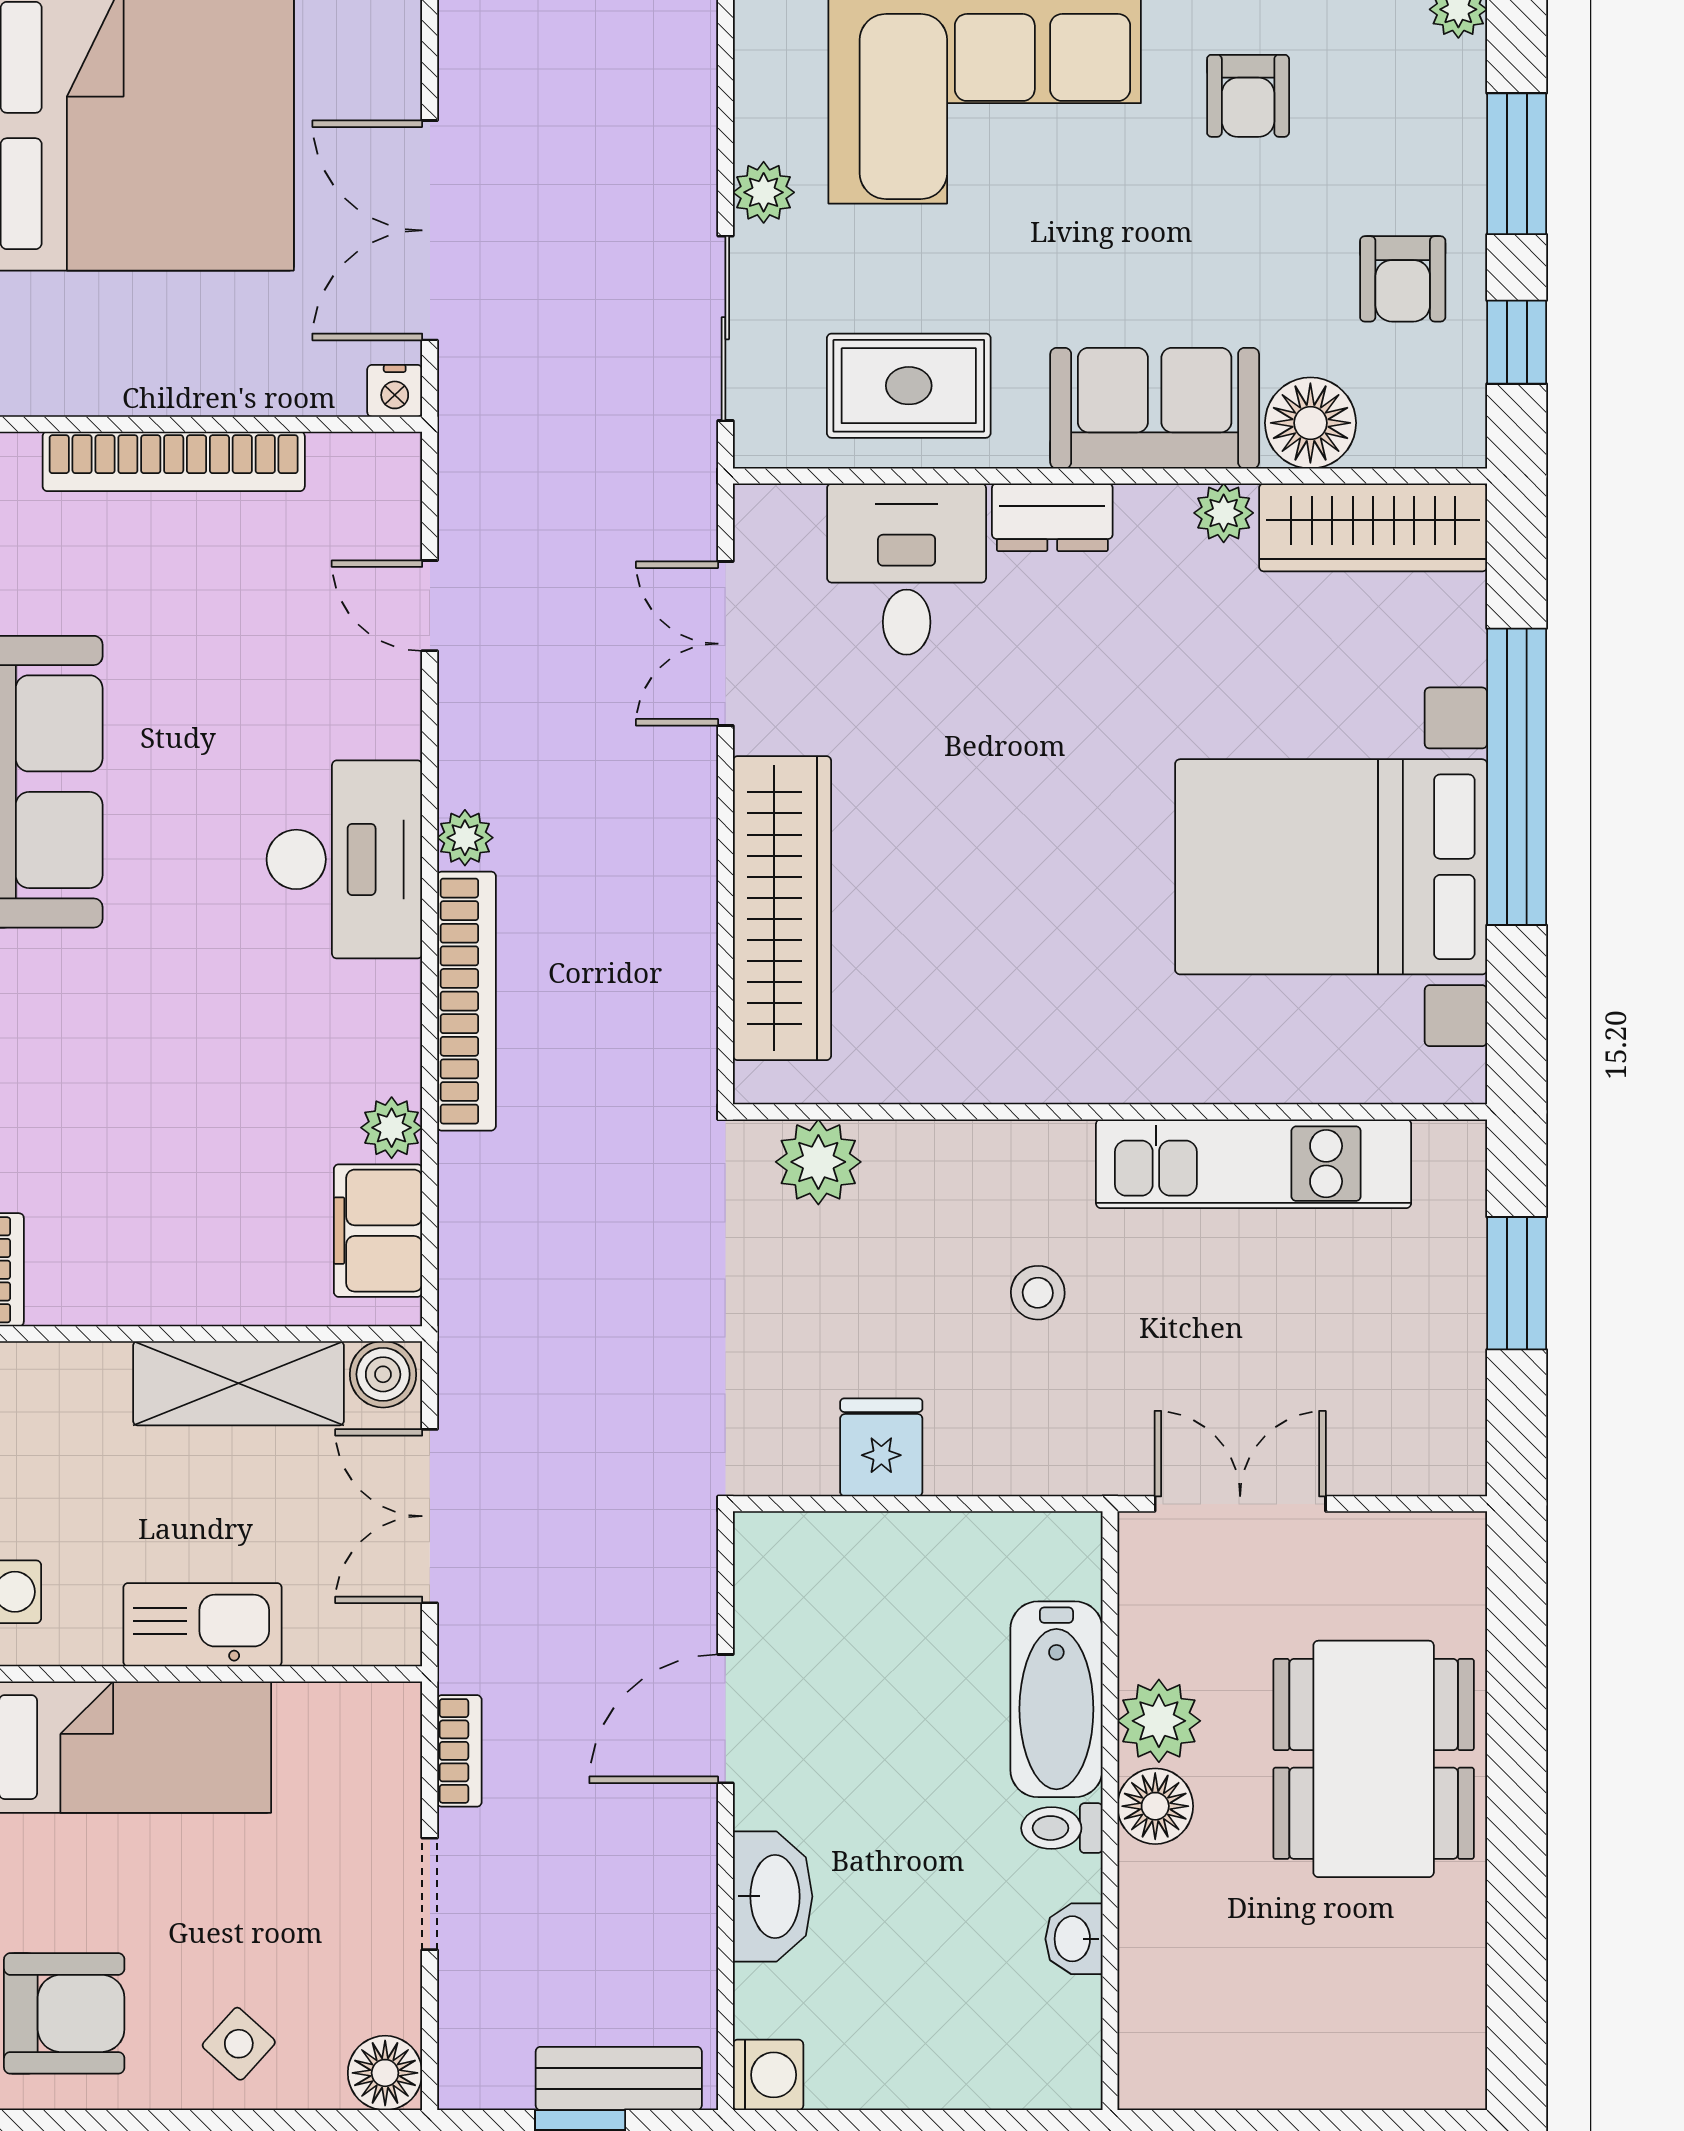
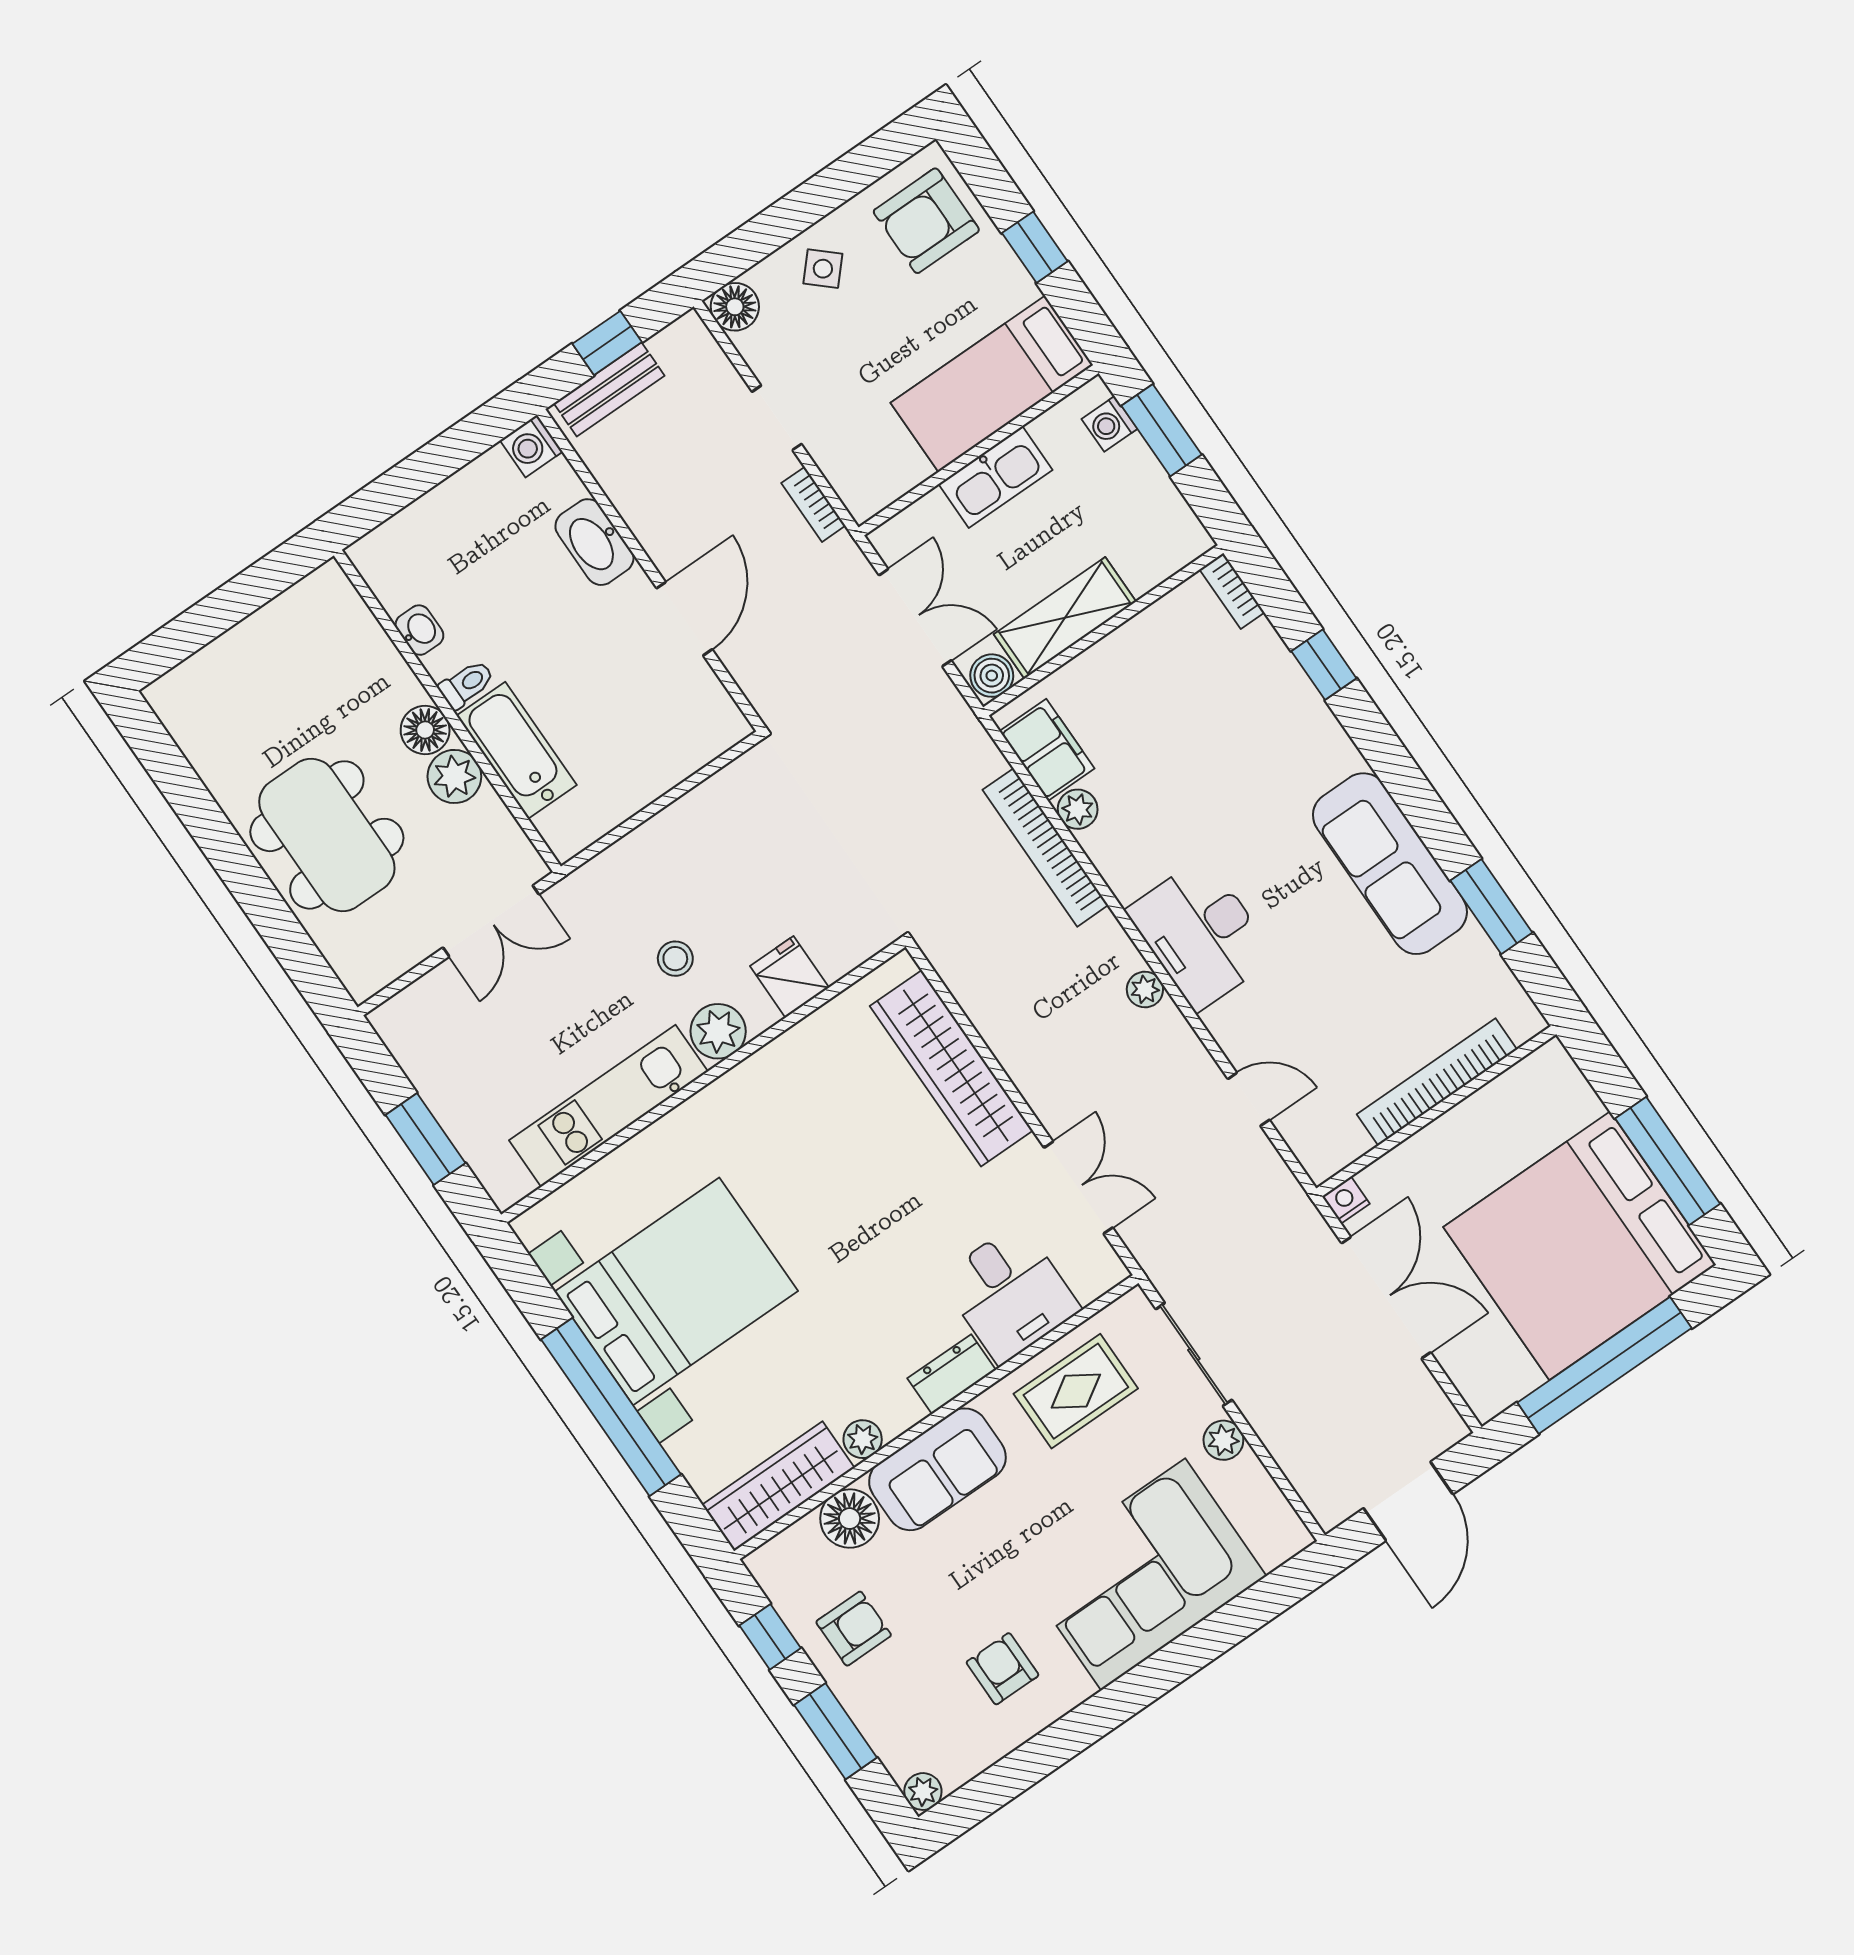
armchair: (1403, 279) -> (854, 1629), turned 90
bookcase: (466, 1001) -> (1045, 847), moved
plant: (818, 1162) -> (718, 1031), moved
fridge: (881, 1447) -> (789, 977), moved, turned 180

